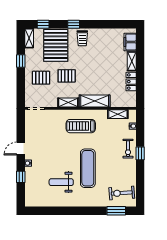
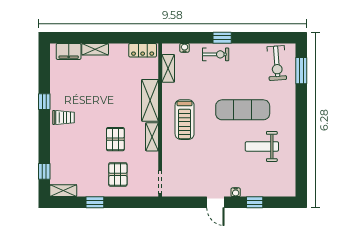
window: (74, 24) -> (44, 102), moved
pallet: (56, 45) -> (73, 154), removed
locker: (131, 82) -> (143, 50), moved
weight bench: (61, 182) -> (262, 146), turned 90

